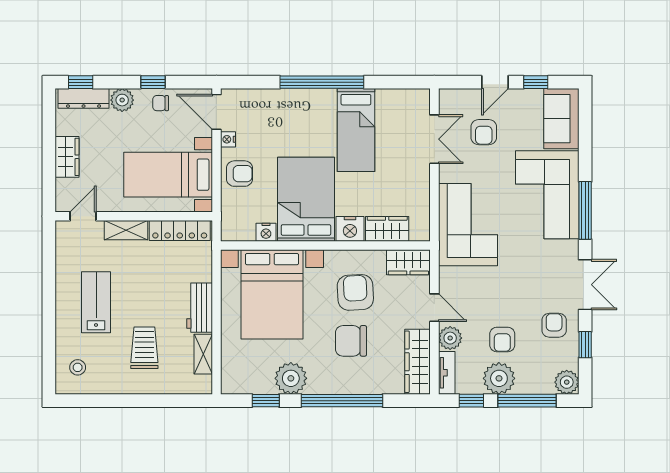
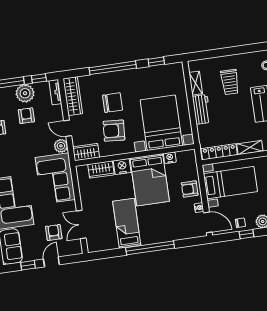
armchair: (355, 292) -> (114, 131), turned 97
plant: (450, 338) -> (61, 146), moved
plant: (291, 378) -> (144, 76), removed

